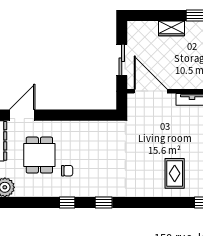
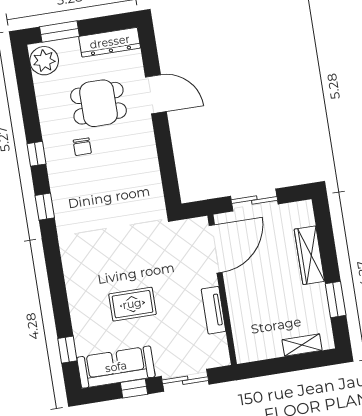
wardrobe: (171, 28) -> (309, 255), width x1.50
door: (22, 115) -> (156, 94), moved
rug: (175, 173) -> (132, 304), moved

